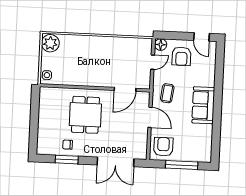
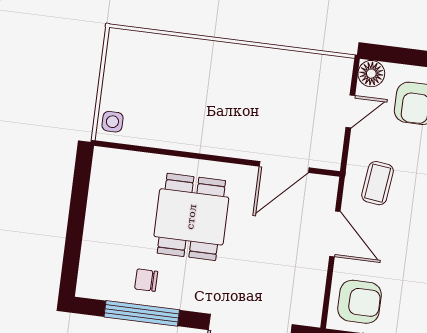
plant: (50, 43) -> (126, 51), removed
armchair: (163, 147) -> (359, 302), turned 90
window: (67, 160) -> (142, 313), width x1.44

